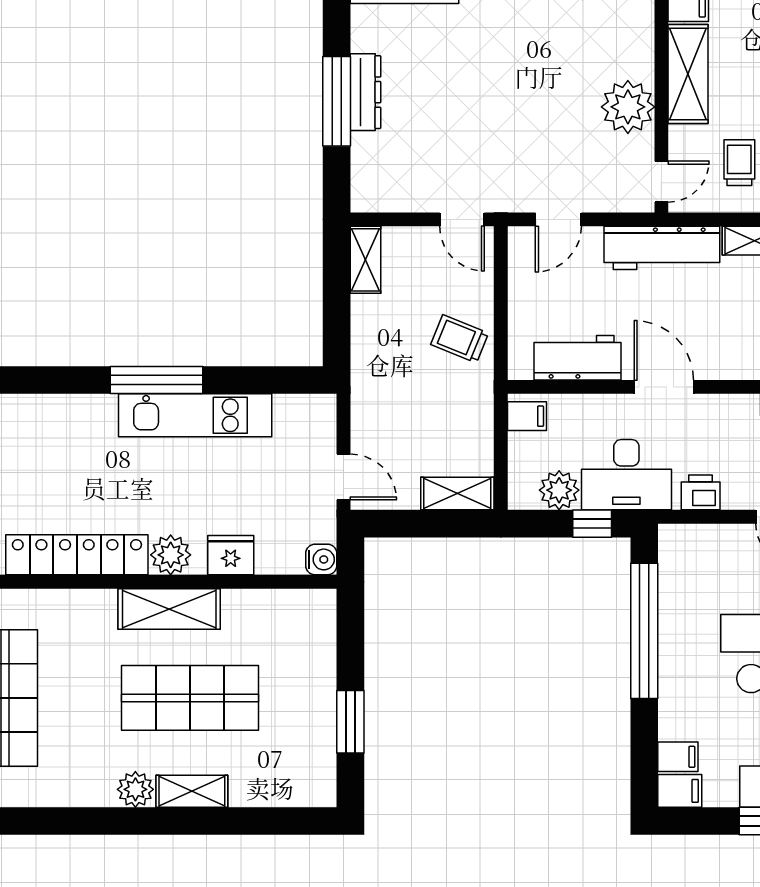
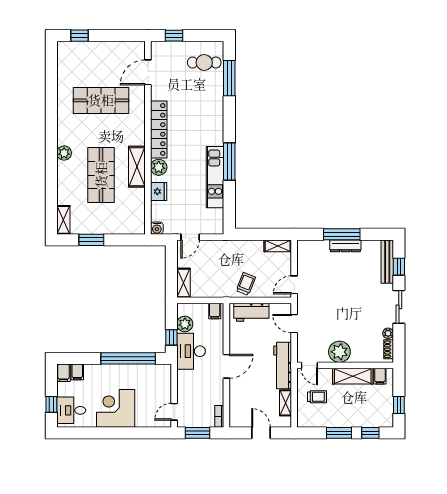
workbench: (577, 358) -> (251, 312), moved, turned 90
printer: (701, 492) -> (184, 381), removed
shelving: (192, 791) -> (63, 220), moved

